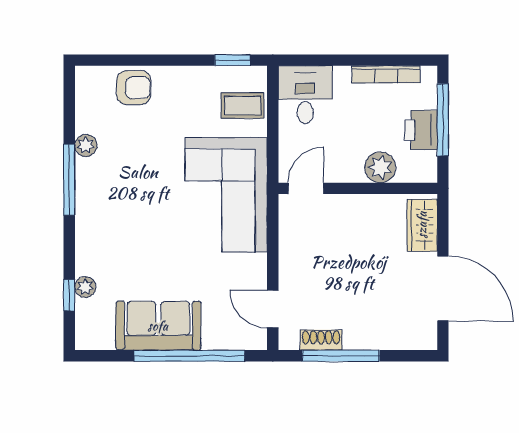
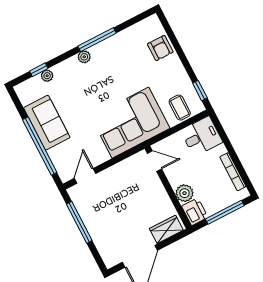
printer: (421, 130) -> (195, 212), moved, turned 90
plant: (86, 145) -> (84, 57), moved
shoe rack: (321, 340) -> (82, 208), removed

